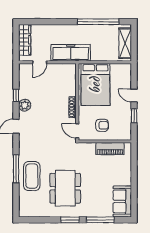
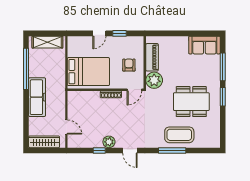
freezer: (71, 53) -> (37, 97), moved, turned 180
plant: (87, 151) -> (154, 80), added

